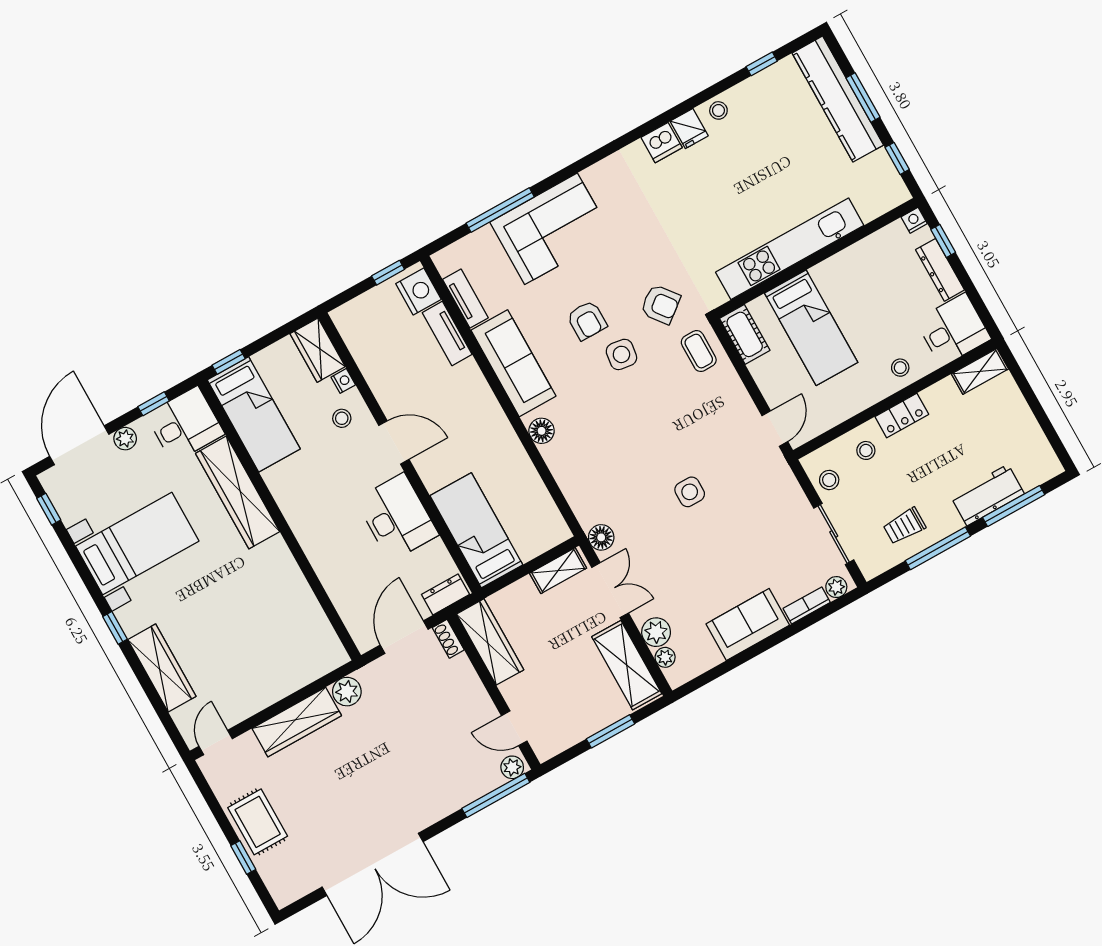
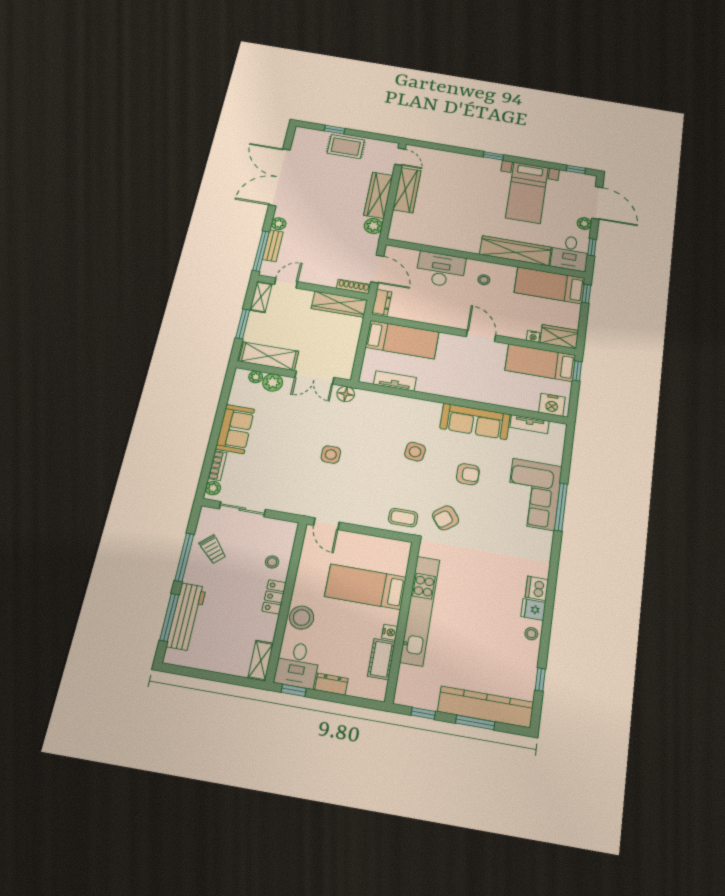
window: (500, 210) -> (561, 507), moved
nightstand: (914, 220) -> (390, 632), moved
window: (943, 241) -> (294, 690), moved
dresser: (940, 270) -> (331, 684), width x0.70
window: (388, 273) -> (577, 371), moved
armchair: (587, 320) -> (468, 474), turned 180
tv unit: (447, 333) -> (395, 381), moved
cot: (745, 334) -> (381, 659), moved, turned 90
bed: (372, 346) -> (540, 363), added
side table: (621, 354) -> (415, 452), moved
stool: (900, 368) -> (302, 618), width x1.89, depth x1.89
stool: (342, 418) -> (484, 280), moved
floor lamp: (542, 431) -> (427, 408), removed
door: (394, 442) -> (481, 336), swing flipped
stool: (829, 480) -> (273, 530), removed
workbench: (987, 495) -> (186, 617), width x1.38
desk: (397, 517) -> (441, 270), moved, turned 180
trolley: (904, 526) -> (213, 549), turned 138
shelving: (558, 571) -> (261, 297), moved
shoe rack: (448, 639) -> (354, 286), width x1.43
wardrobe: (162, 668) -> (407, 190), moved, turned -90
plant: (512, 767) -> (279, 224), moved
bench: (476, 788) -> (273, 246), added

